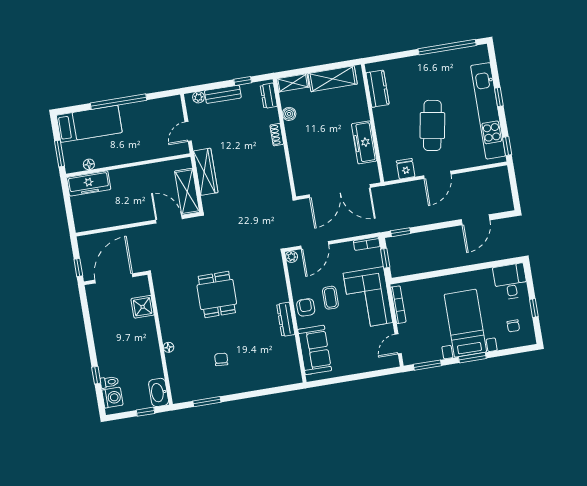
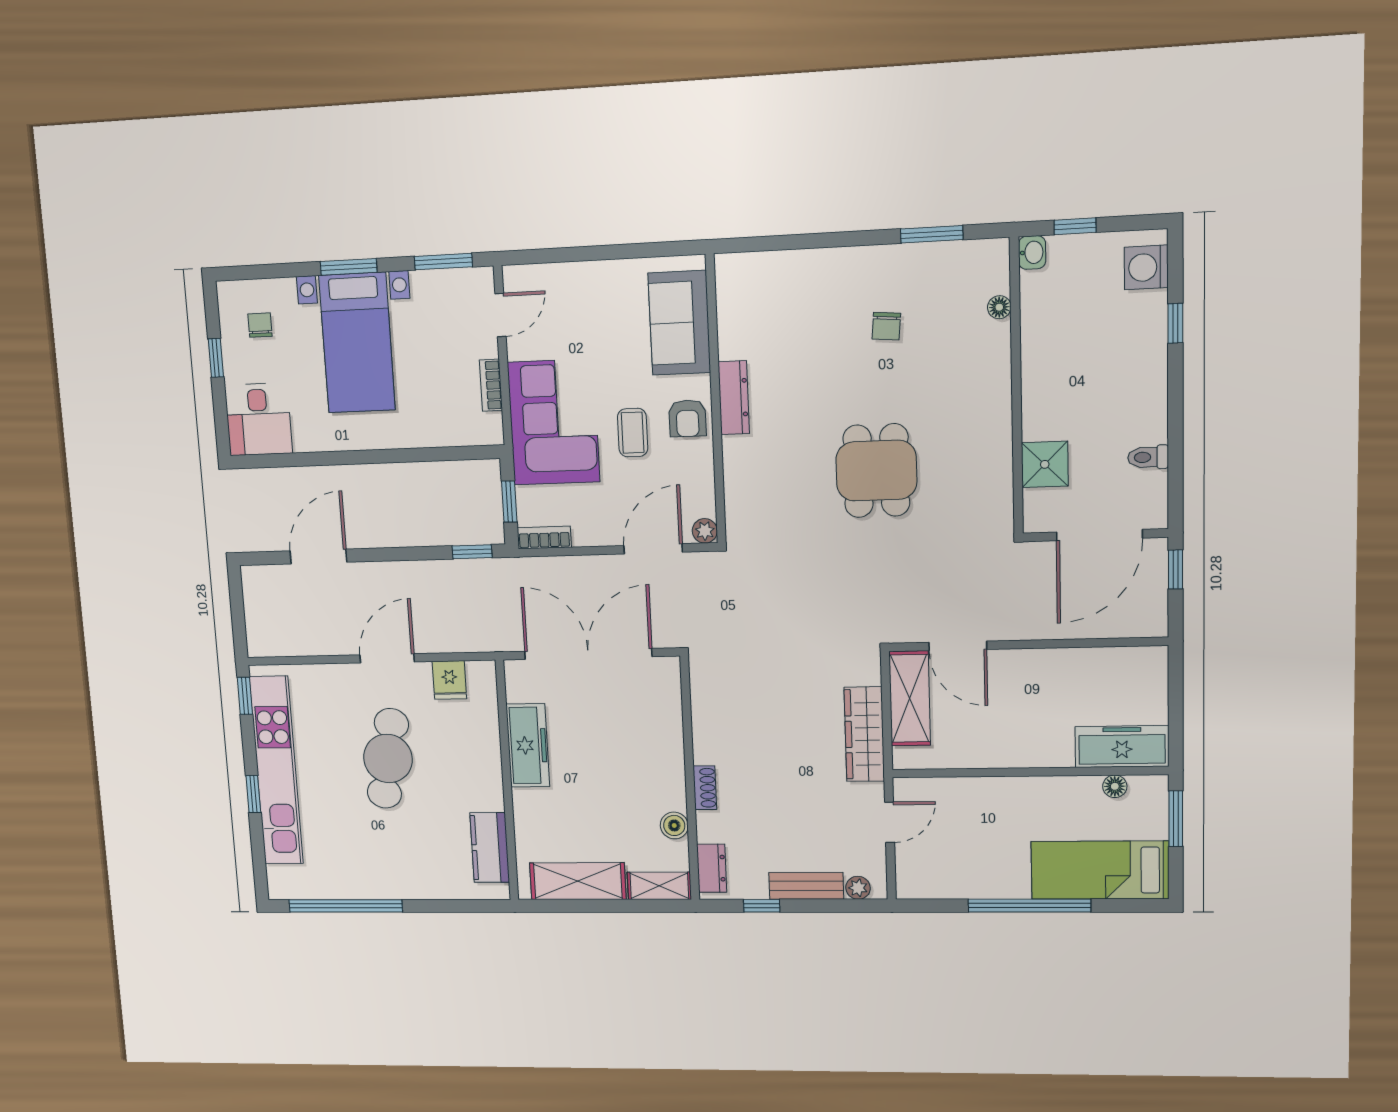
bookcase: (398, 305) -> (491, 385), width x0.64
floor lamp: (169, 347) -> (999, 307), moved
toilet: (109, 382) -> (1148, 457), moved
washbasin: (159, 392) -> (1032, 252), width x0.52, depth x0.69

